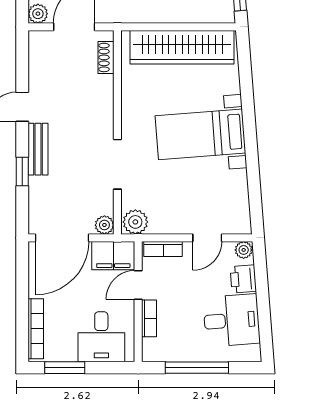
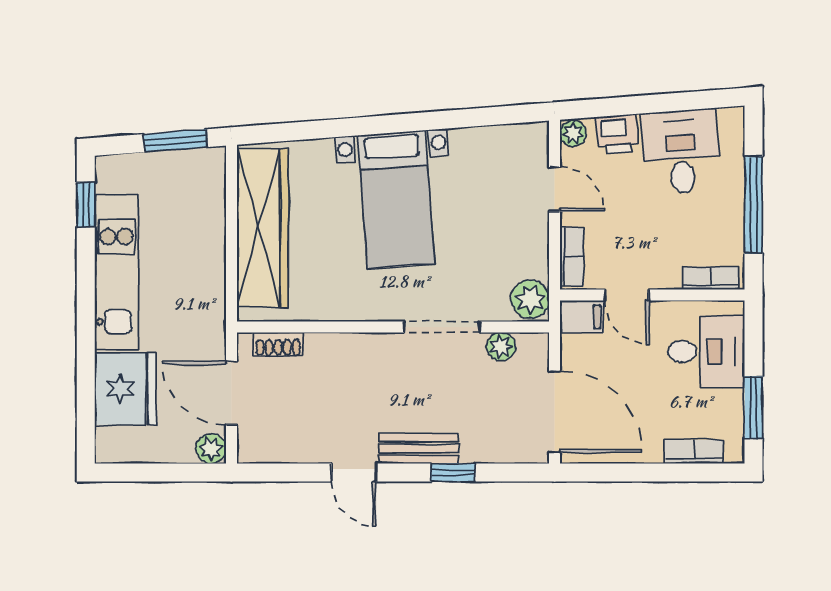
plant: (104, 225) -> (501, 347), moved
filing cabinet: (113, 256) -> (582, 317), width x0.50
bookcase: (149, 318) -> (710, 278), moved
bookcase: (36, 329) -> (694, 452), width x0.64

